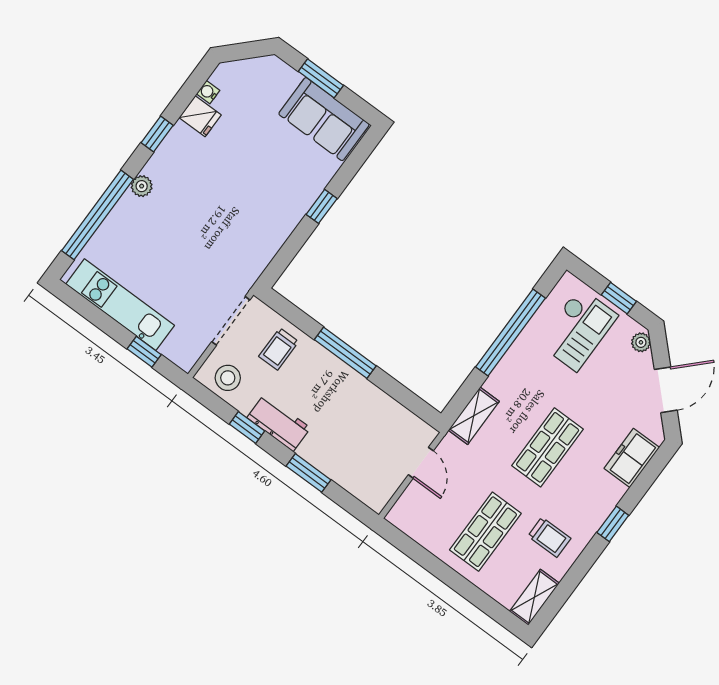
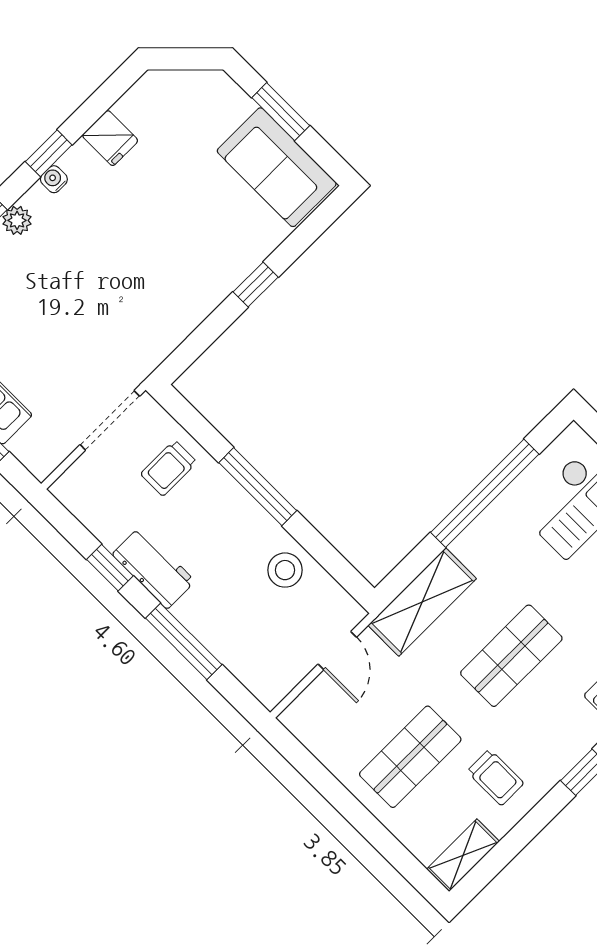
water cooler: (208, 92) -> (54, 179), moved
stool: (228, 378) -> (285, 570), moved
shelving: (474, 416) -> (422, 602), width x1.50, depth x1.33
window: (309, 473) -> (184, 641), width x1.44

